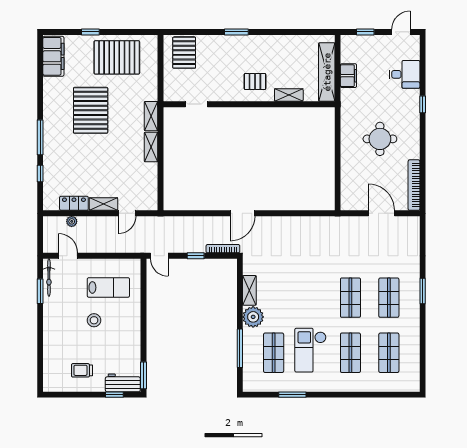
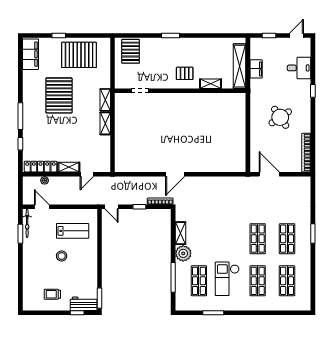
round table: (380, 139) -> (280, 117), turned -34
locker: (74, 203) -> (41, 167), width x1.53
door: (381, 213) -> (269, 174), moved

